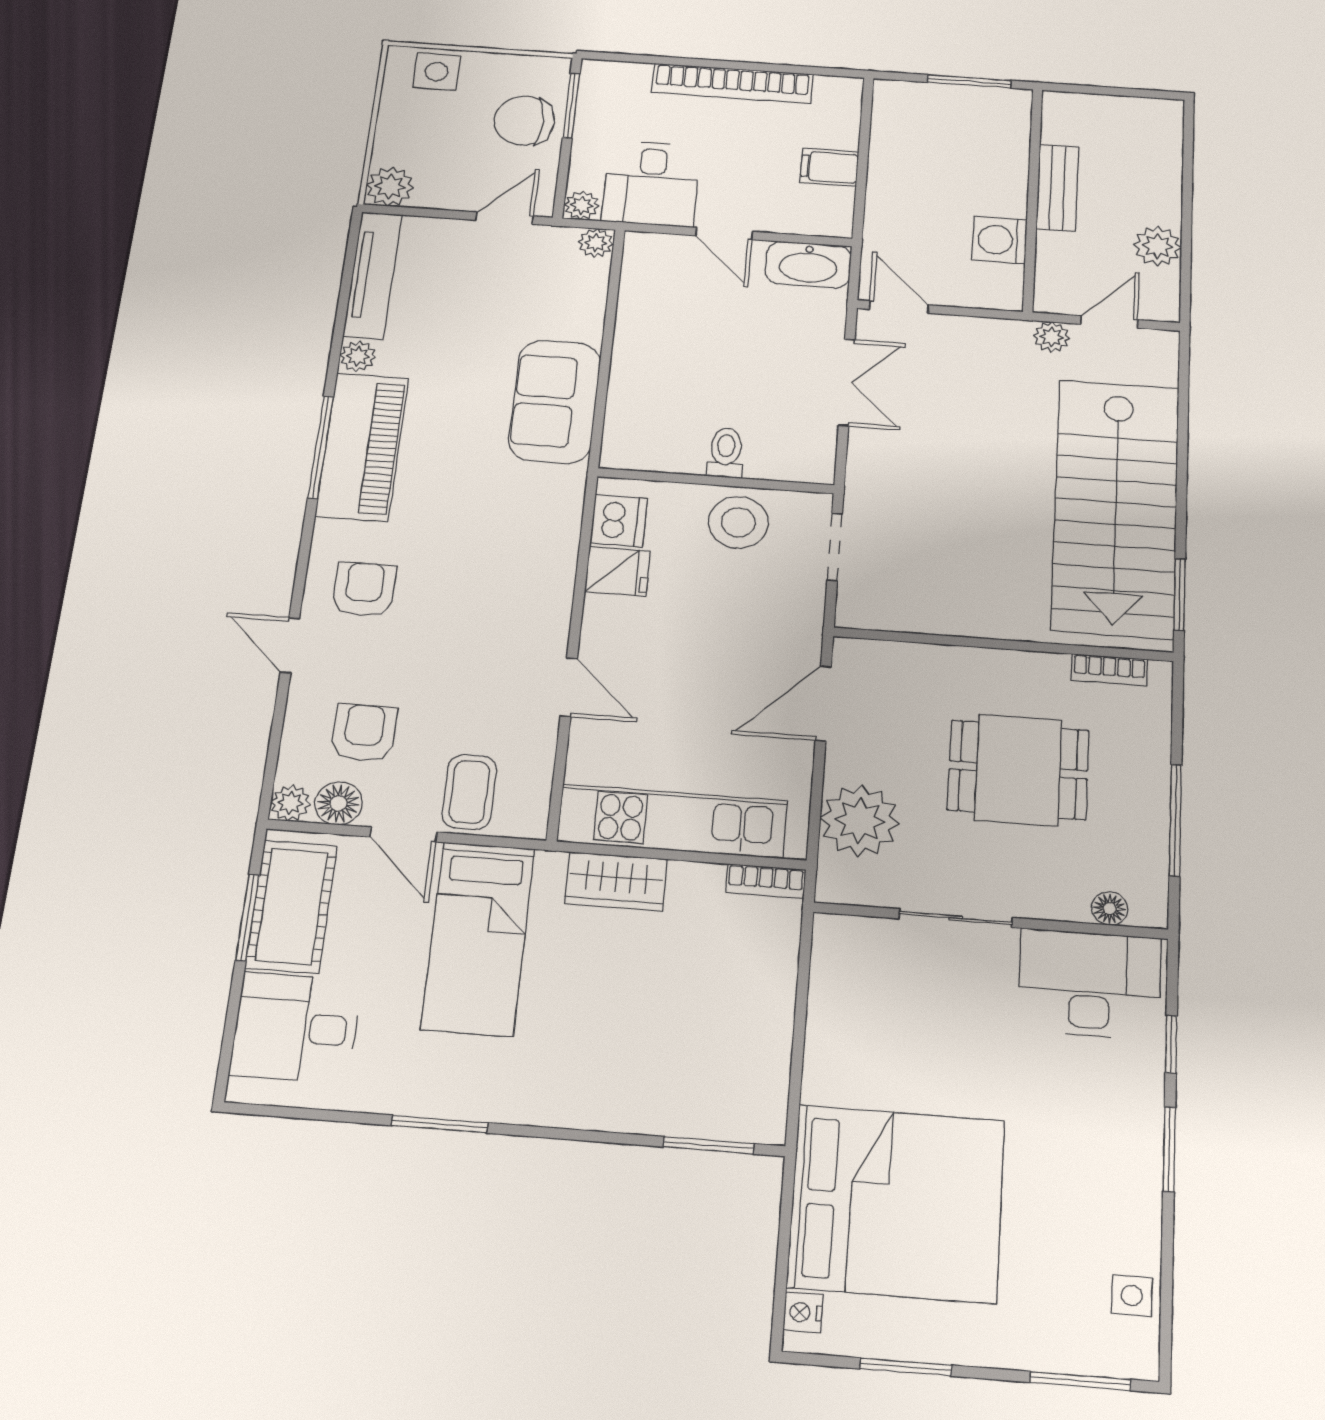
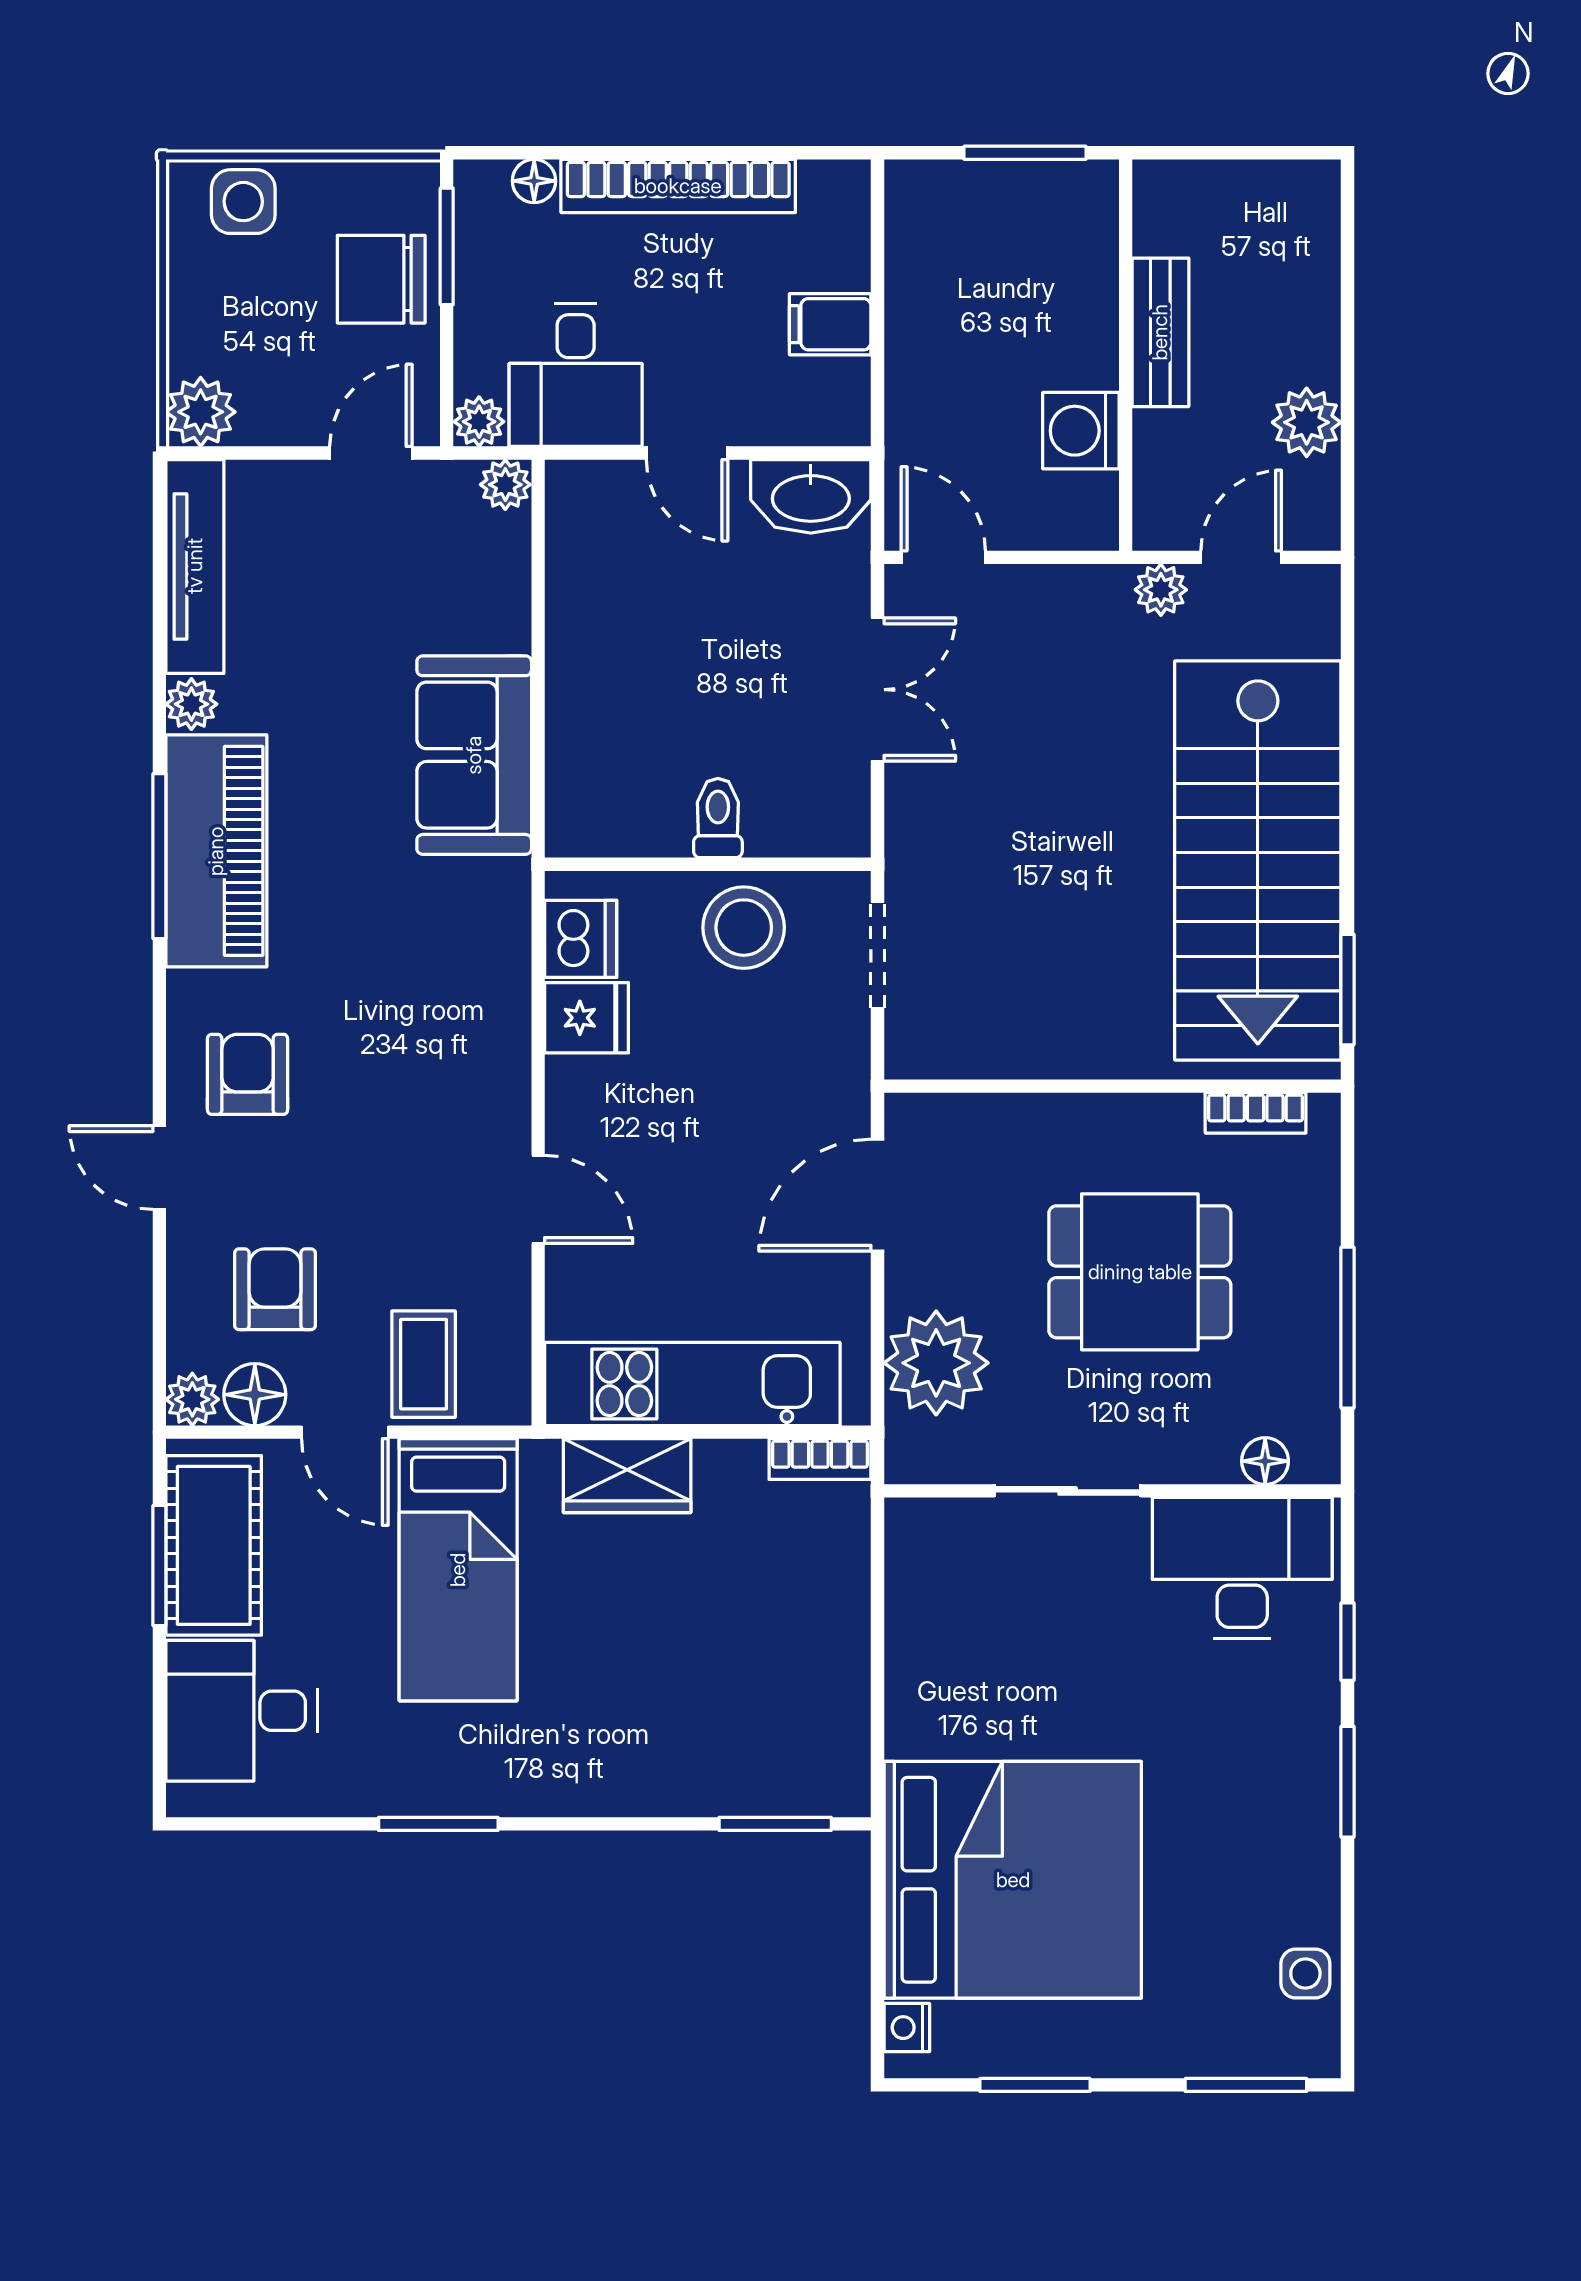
floor lamp: (635, 74) -> (534, 181), added

